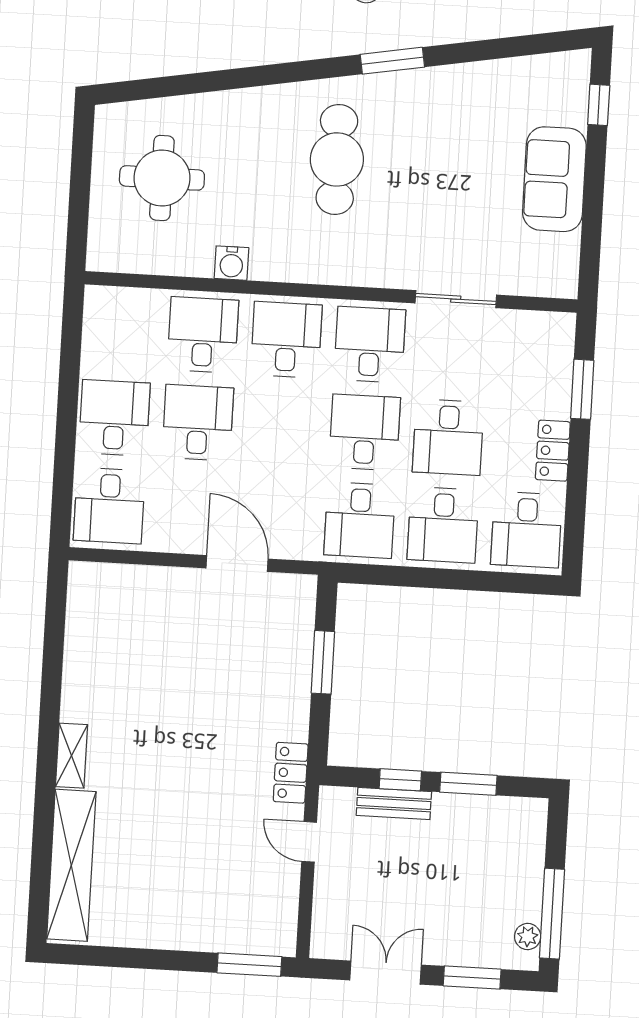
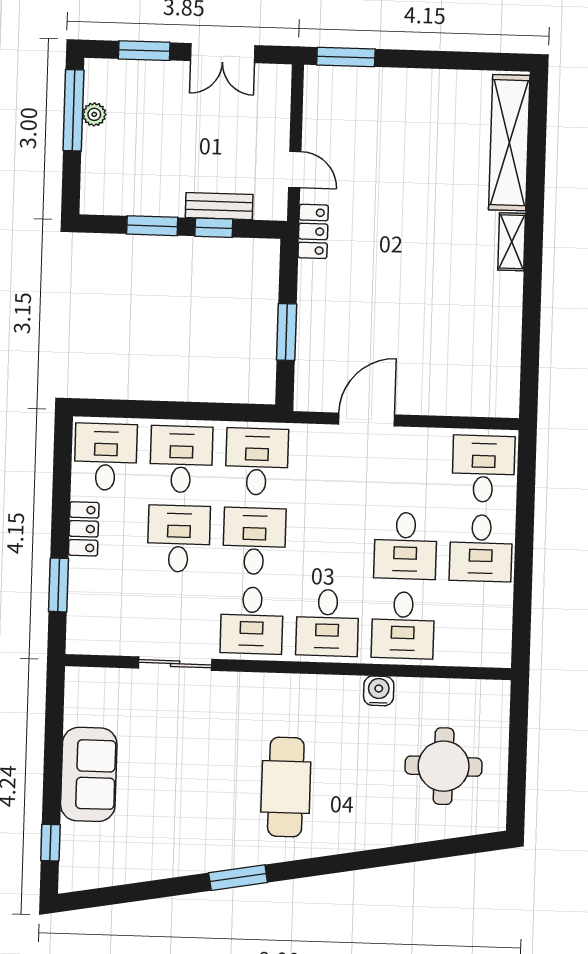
desk: (365, 432) -> (254, 541), turned 180
door: (237, 563) -> (367, 419), swing flipped
plant: (528, 937) -> (94, 114), moved

